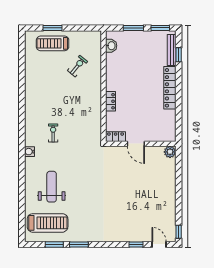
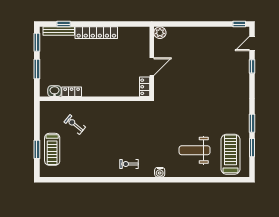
locker: (111, 101) -> (72, 92), moved
exercise bike: (53, 133) -> (129, 164), moved

